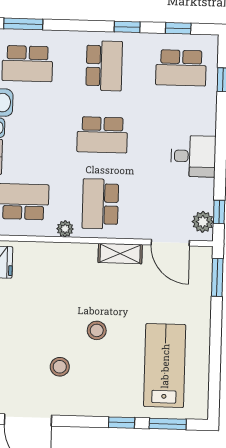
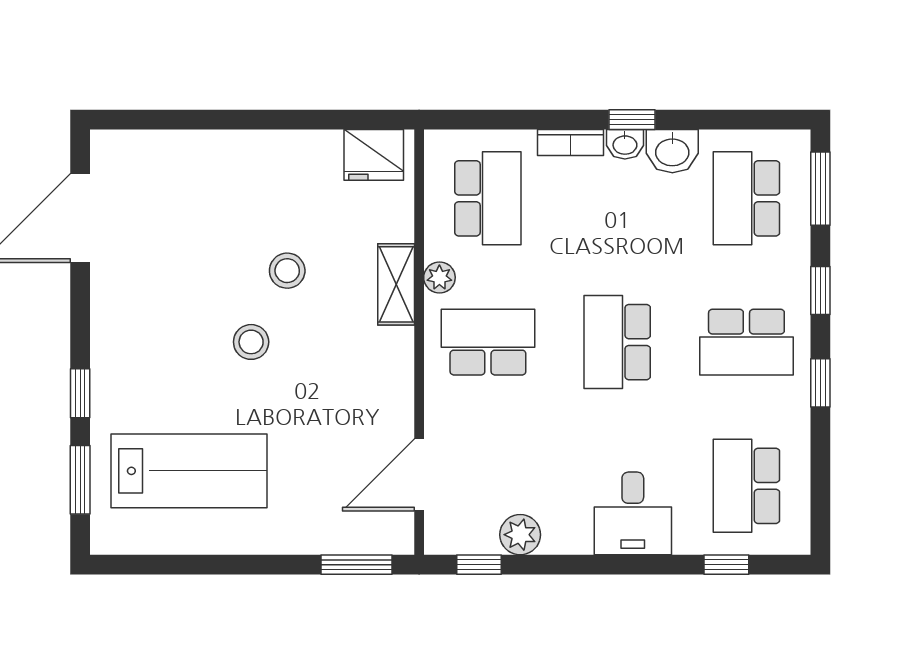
window: (178, 28) -> (820, 291), moved
desk: (193, 156) -> (633, 513), moved
plant: (203, 222) -> (520, 535), moved
shelving: (120, 253) -> (396, 284), moved
stool: (60, 367) -> (287, 271), moved

